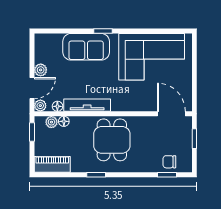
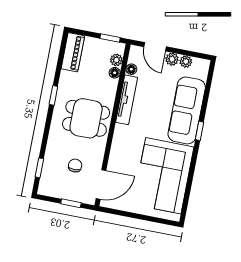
sofa: (86, 47) -> (187, 110), width x1.36
plant: (40, 106) -> (186, 61), moved
chair: (169, 162) -> (75, 166), moved

